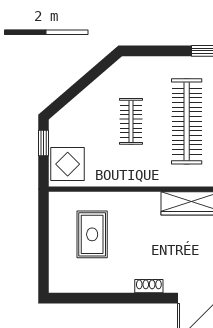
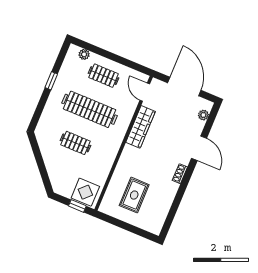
window: (44, 143) -> (77, 206), moved
rug: (92, 234) -> (134, 195), turned 90

